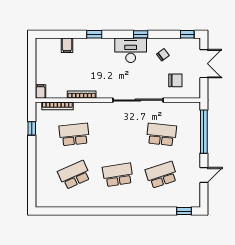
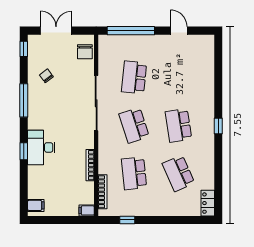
window: (141, 34) -> (24, 100), width x2.17
filing cabinet: (67, 45) -> (36, 205), moved
desk: (131, 50) -> (41, 147), moved
chair: (175, 80) -> (85, 52), moved, turned 180
school desk: (161, 175) -> (134, 125), moved
locker: (47, 202) -> (208, 203), added
window: (184, 211) -> (218, 126), moved

